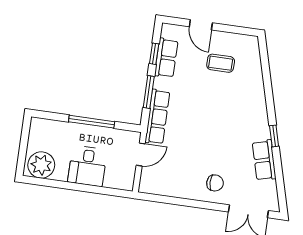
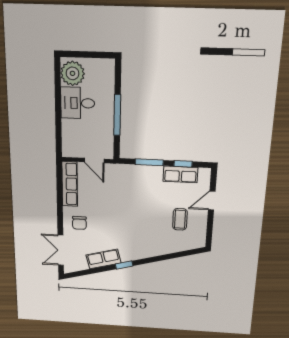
row of seats: (157, 117) -> (70, 184), moved, turned -90
desk: (87, 166) -> (78, 103), moved

